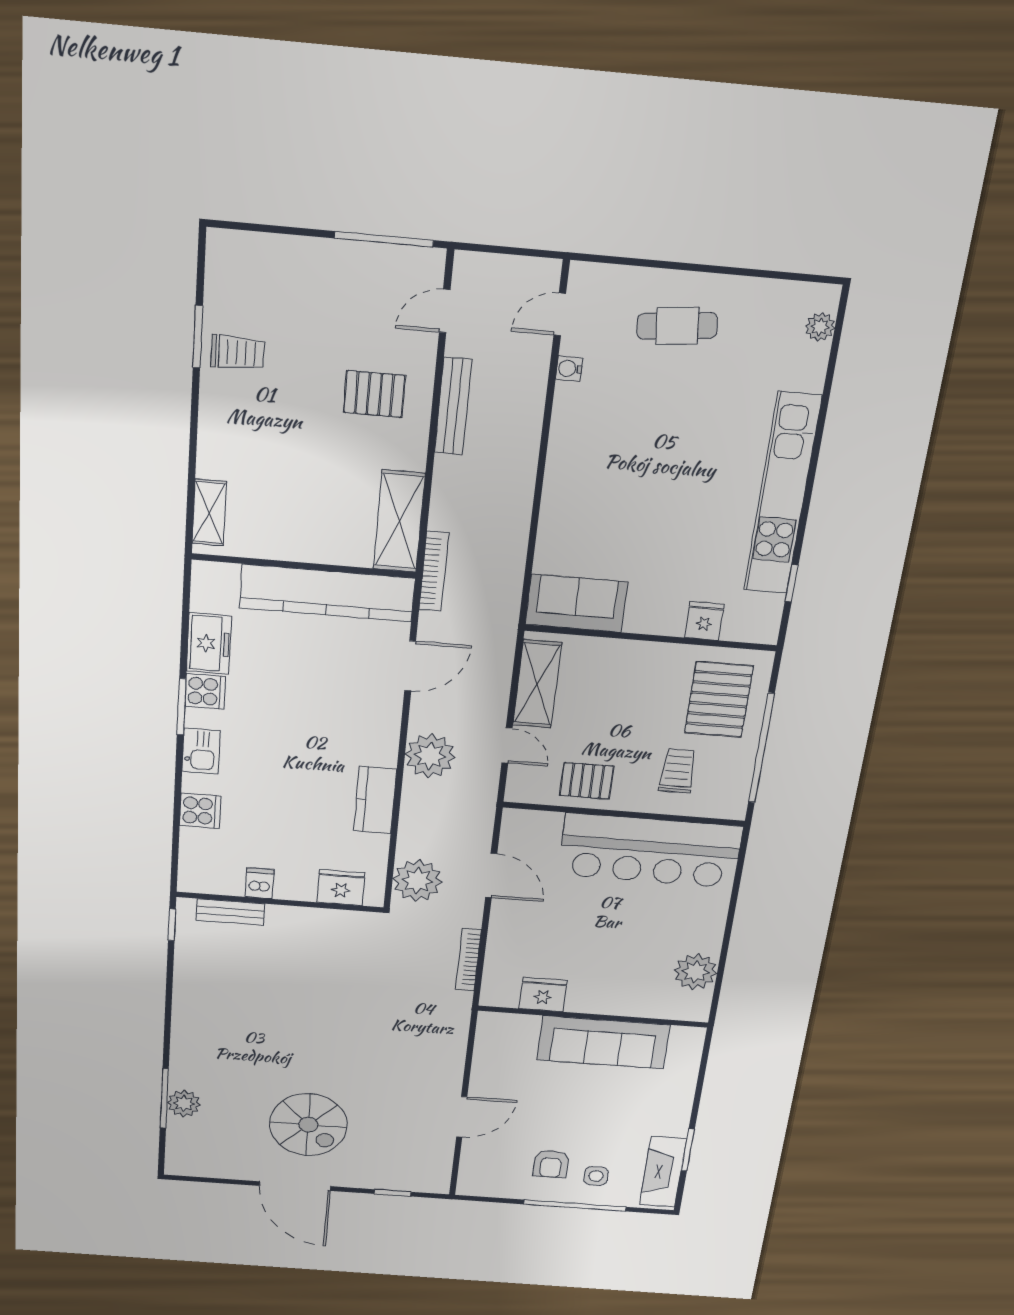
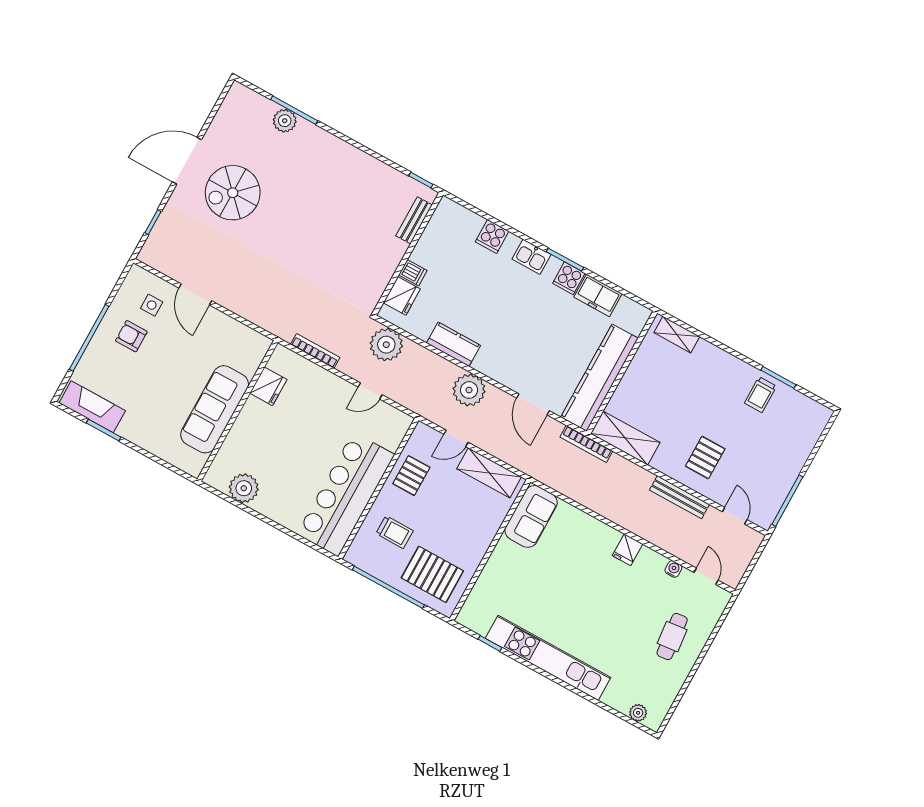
fridge: (704, 621) -> (628, 550), moved, turned 90
door: (491, 876) -> (370, 391), width x0.73
dishwasher: (260, 883) -> (413, 273), moved
side table: (596, 1176) -> (152, 305), moved

